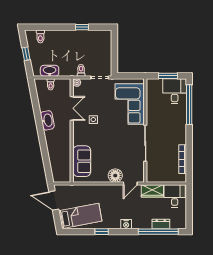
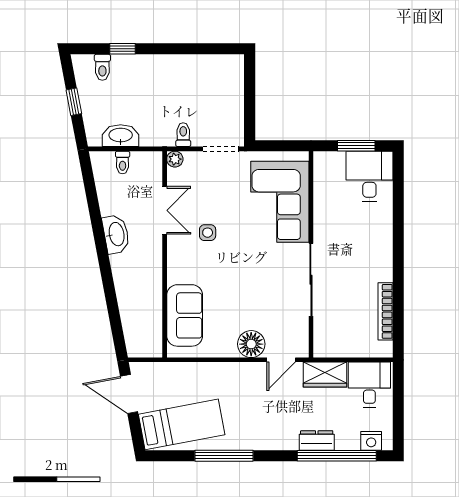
window: (82, 27) -> (122, 49), moved
window: (189, 105) -> (398, 203), removed
nightstand: (126, 224) -> (371, 441), moved
dresser: (161, 224) -> (317, 440), moved
window: (102, 232) -> (224, 456), width x2.17

